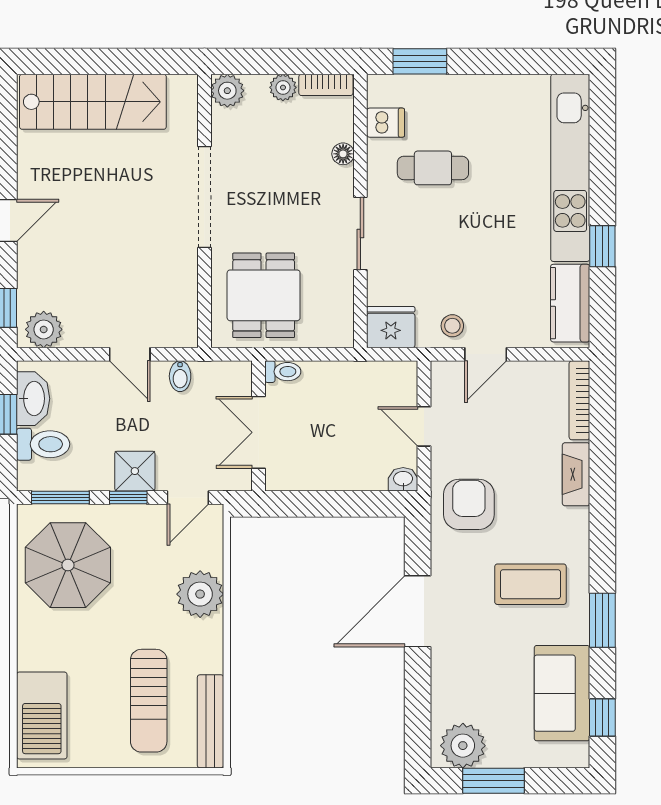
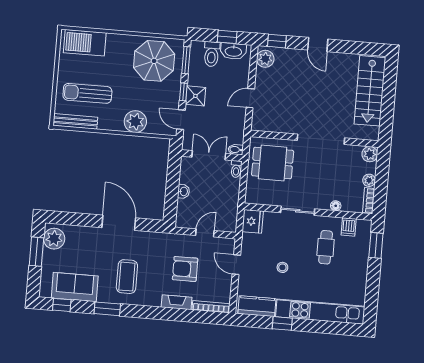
stool: (452, 326) -> (282, 267), moved
bidet: (180, 376) -> (236, 150), moved
washbasin: (403, 479) -> (184, 191), moved
armchair: (469, 504) -> (185, 269), moved, turned 180

